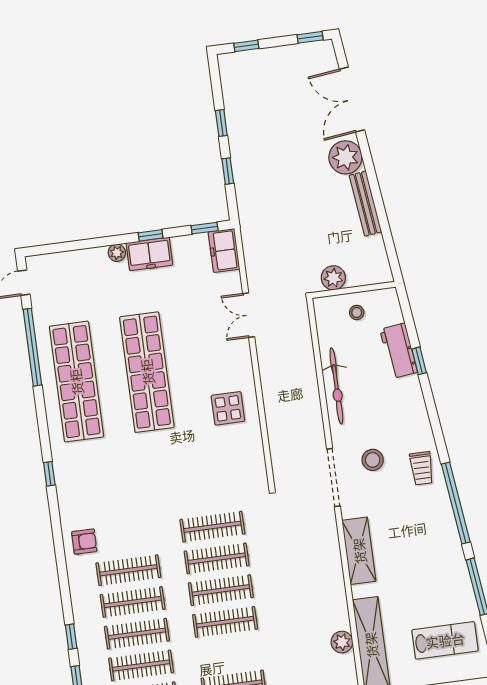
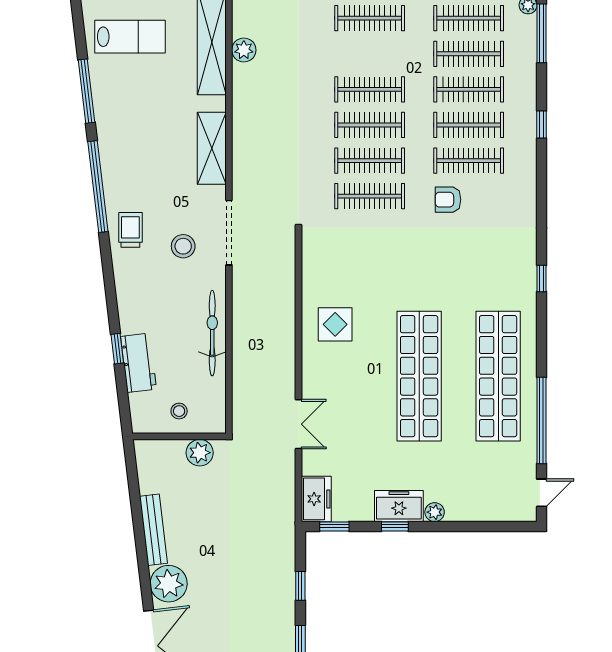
armchair: (84, 542) -> (448, 200), moved
window: (71, 637) -> (542, 125), moved
lab bench: (445, 640) -> (130, 37), turned 180

